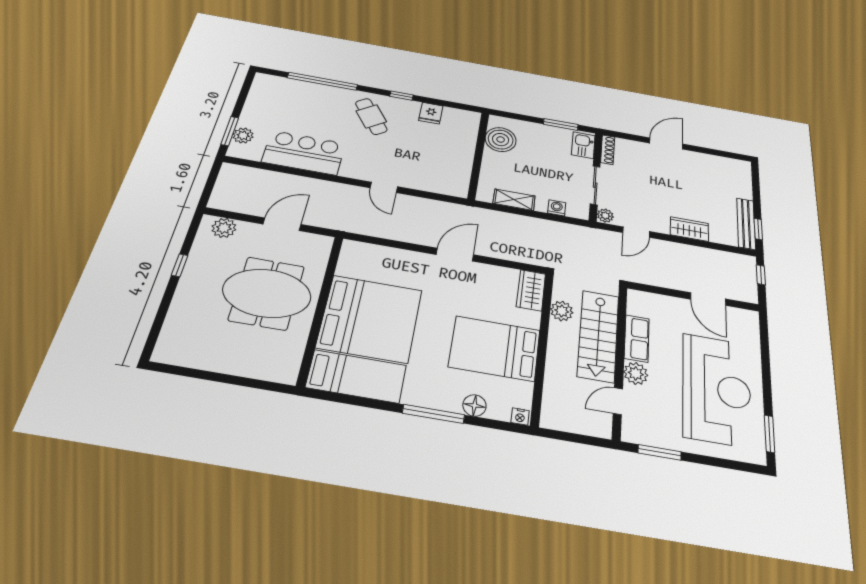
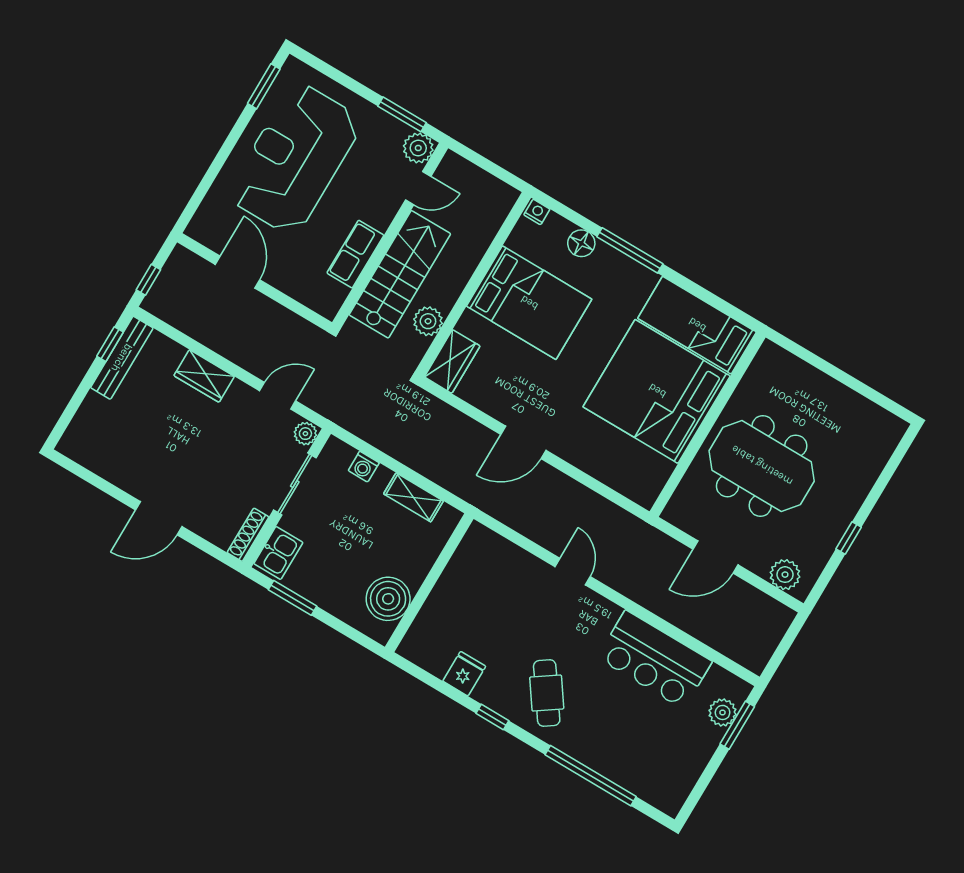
plant: (636, 373) -> (418, 148), moved

